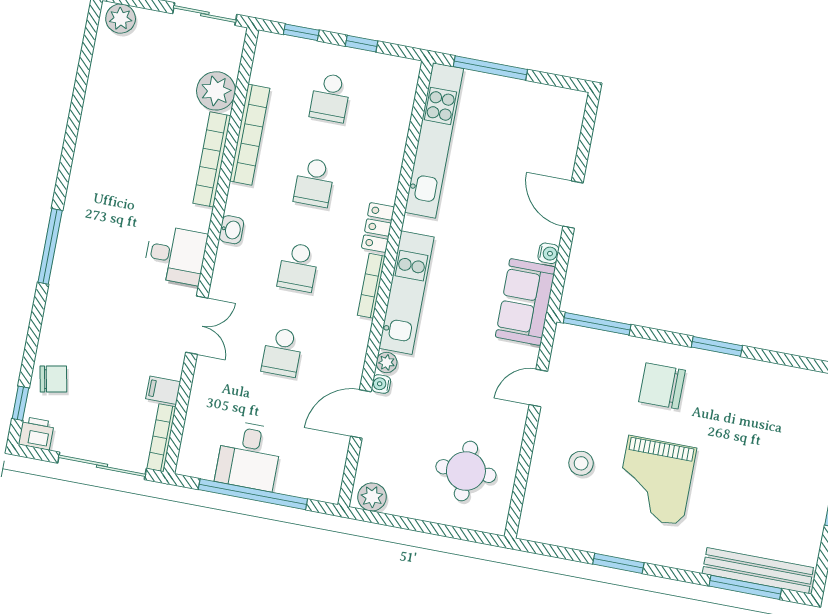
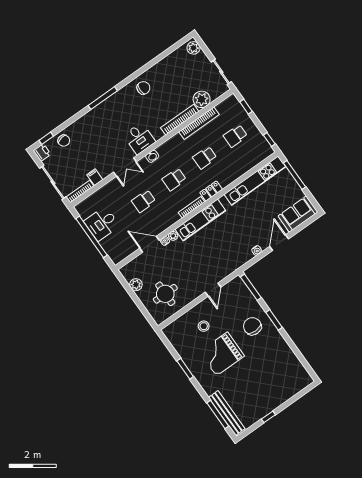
window: (362, 44) -> (269, 139), moved
chair: (101, 165) -> (143, 88), added
washbasin: (231, 230) -> (152, 156), moved
sofa: (525, 302) -> (298, 214), moved
window: (717, 346) -> (274, 320), moved
door: (538, 388) -> (213, 290), swing flipped
plant: (372, 497) -> (136, 285), moved

